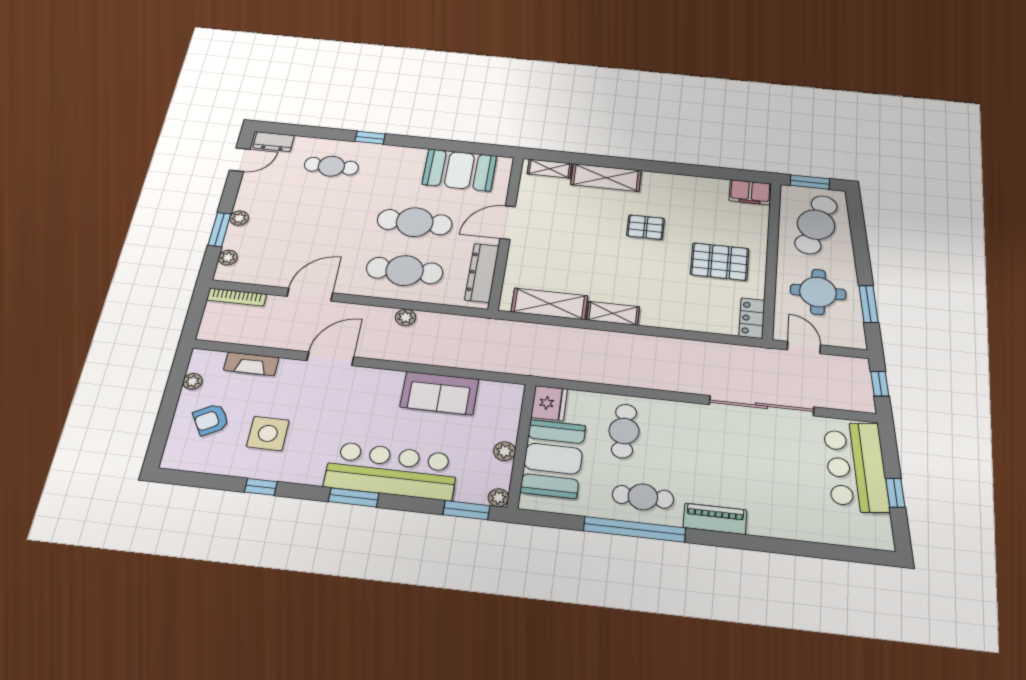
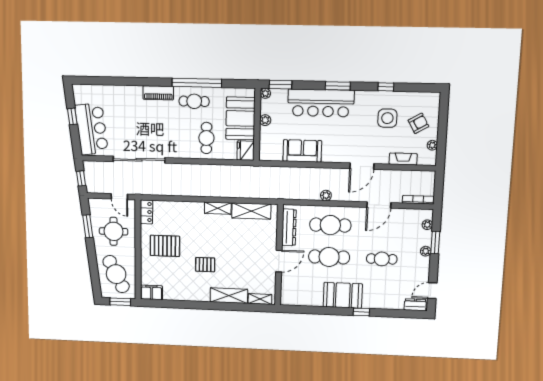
cafe table: (331, 166) -> (382, 259), moved
booth: (459, 170) -> (343, 295), moved
cafe table: (816, 225) -> (116, 274), turned -43

